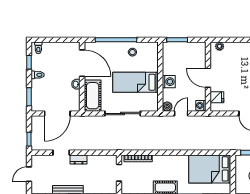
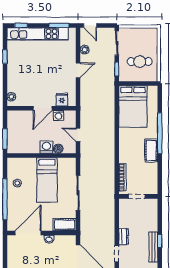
cot: (93, 96) -> (65, 225), width x0.73, depth x0.75
washing machine: (201, 105) -> (58, 115), moved
boiler: (167, 107) -> (58, 149), moved

